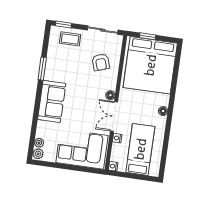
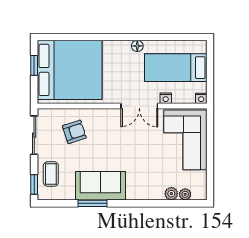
window: (148, 36) -> (34, 65), moved
floor lamp: (110, 95) -> (114, 114), removed
sofa: (52, 101) -> (100, 186), moved
floor lamp: (163, 111) -> (137, 46), moved
plant: (38, 154) -> (171, 194), moved

